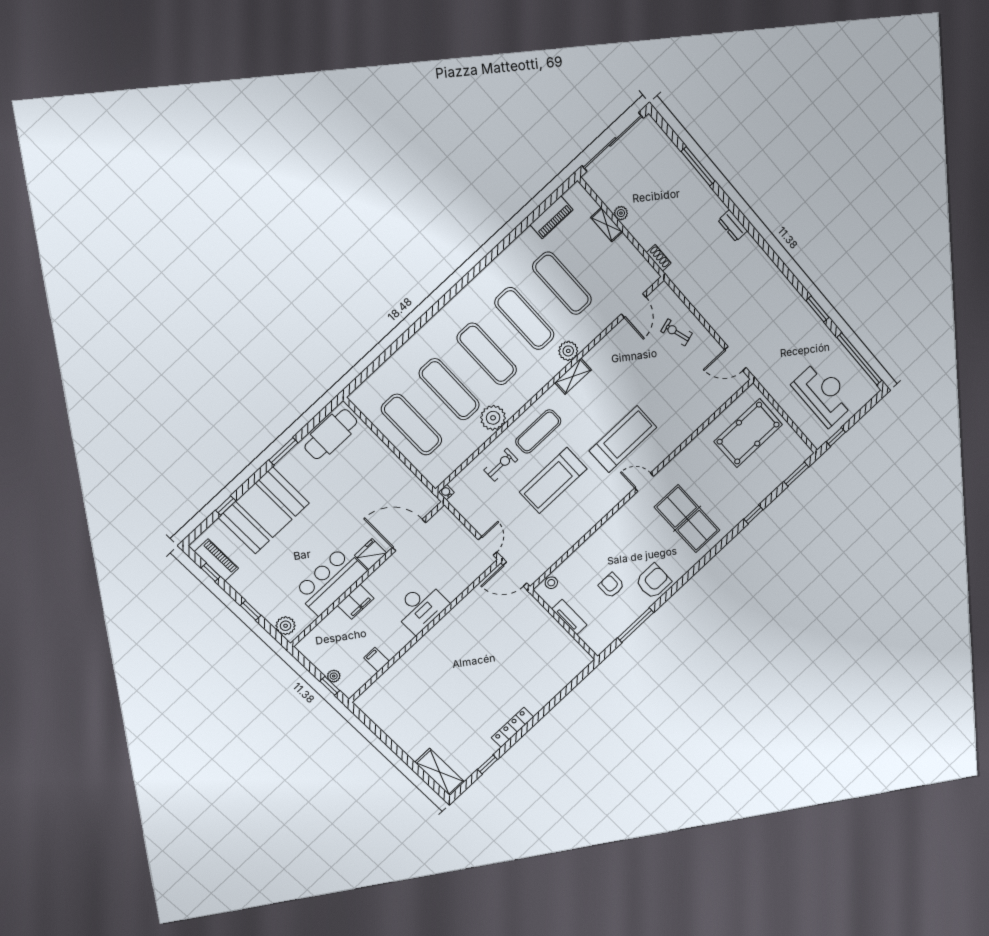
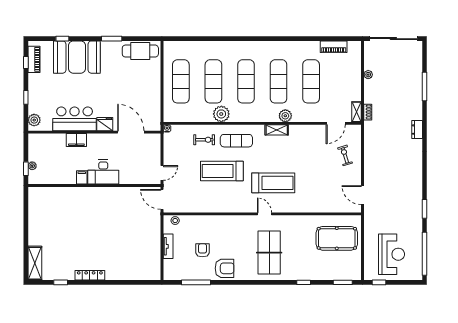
shelving: (607, 225) -> (357, 112), moved
filing cabinet: (377, 660) -> (82, 177), moved

